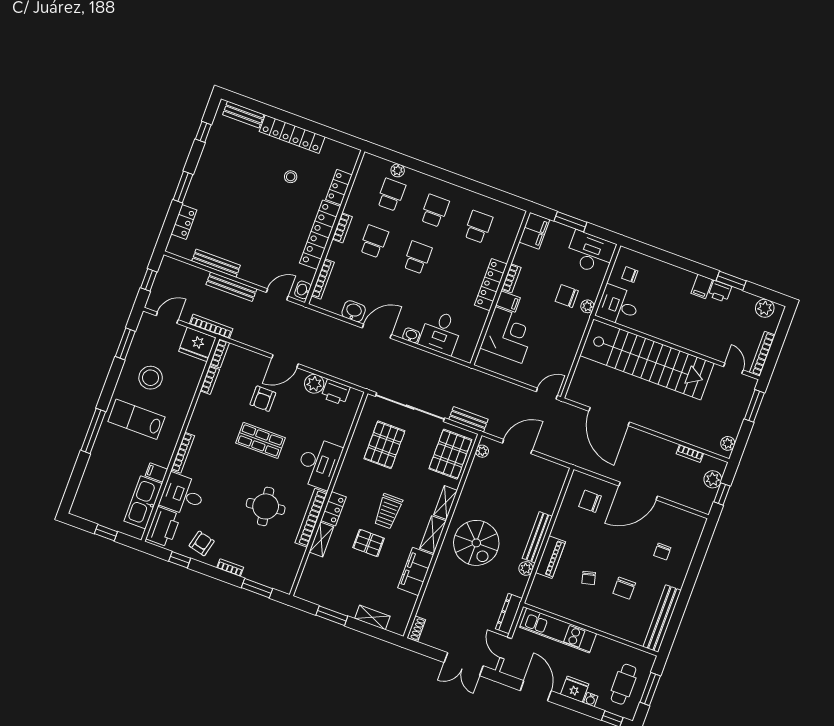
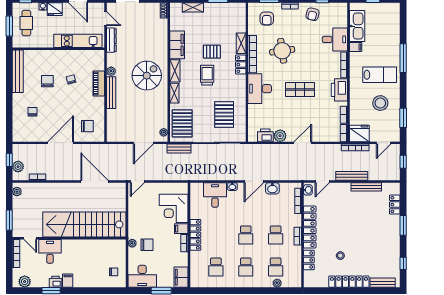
desk: (618, 306) -> (50, 251), moved, turned -90
armchair: (263, 399) -> (267, 19), moved, turned 180
printer: (163, 527) -> (339, 90), moved
spiral stairs: (476, 543) -> (147, 76), turned 90

